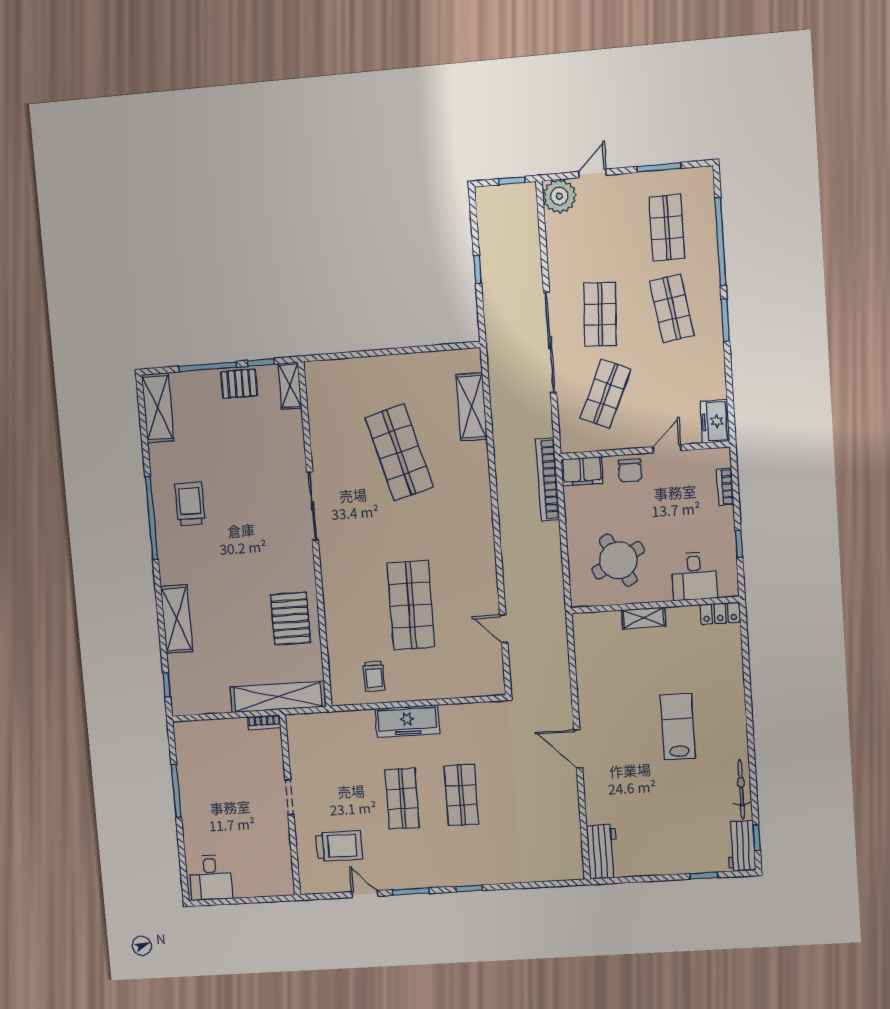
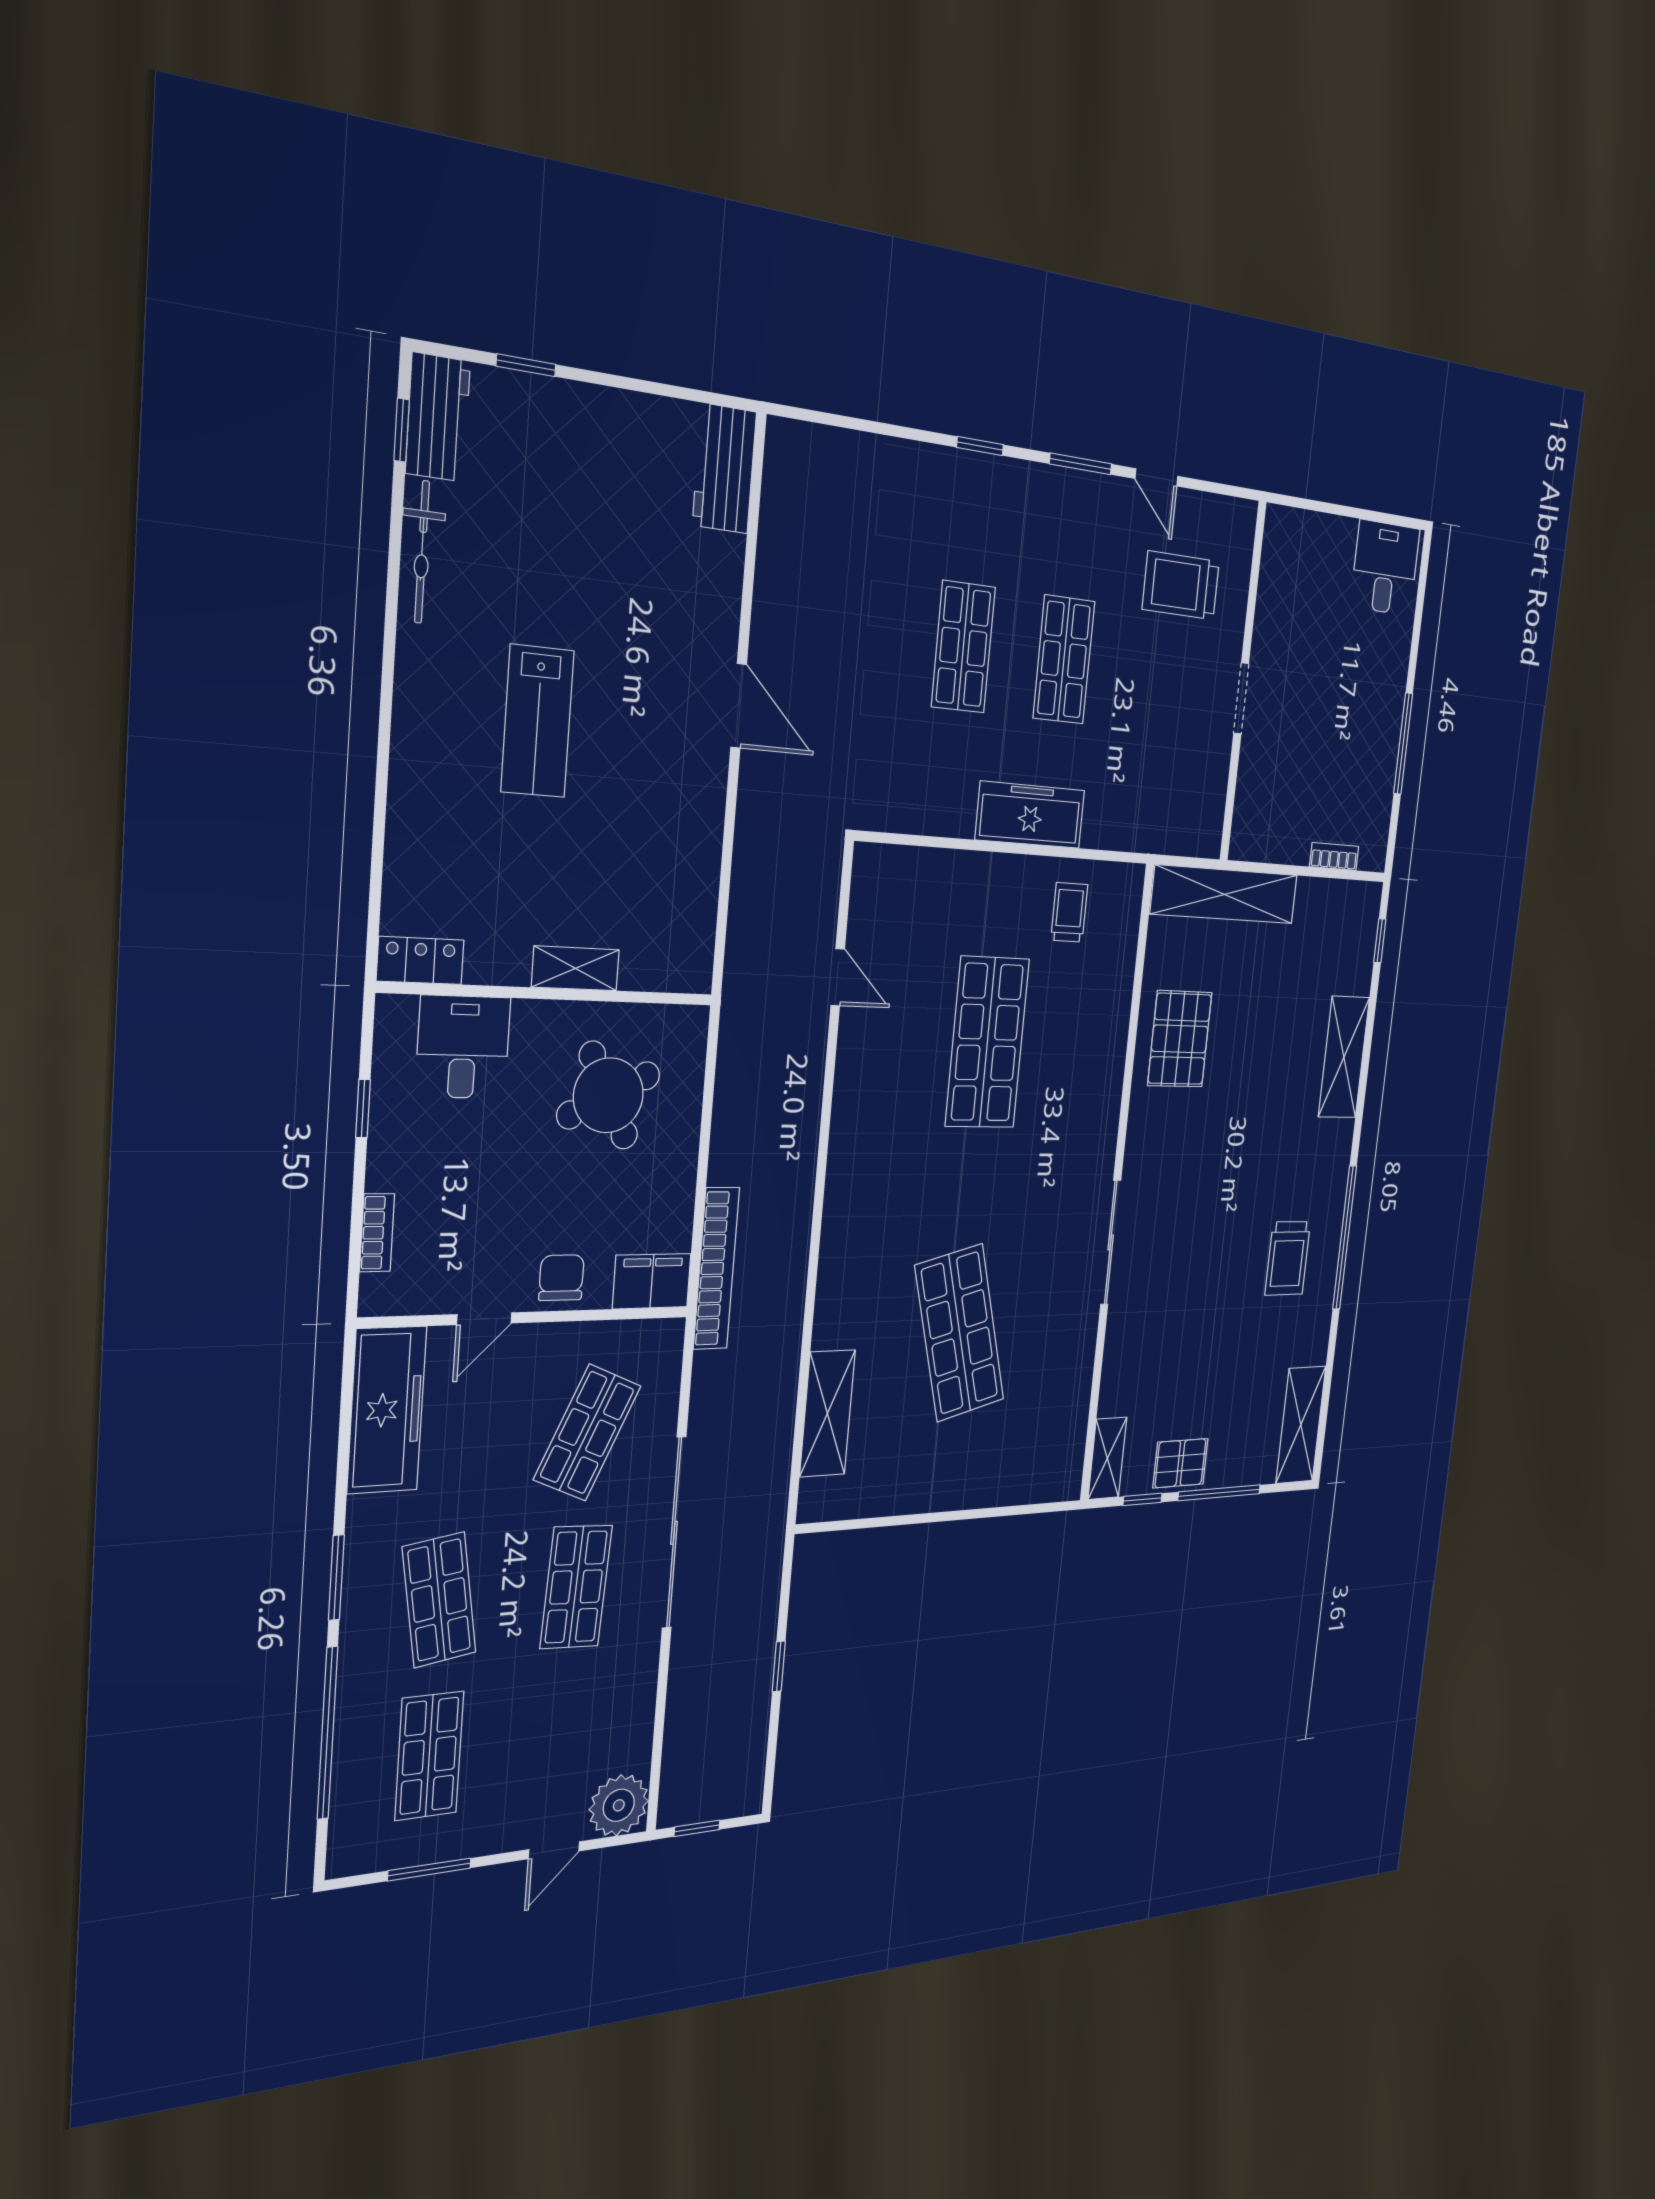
freezer: (715, 421) -> (387, 1410), width x1.91, depth x1.26
bookcase: (264, 722) -> (1334, 856), moved

